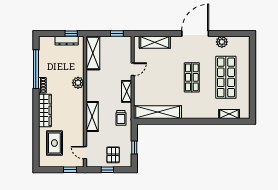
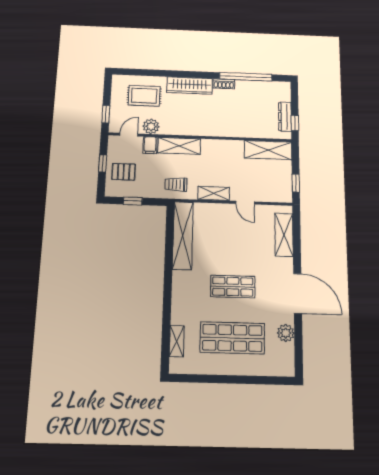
plant: (78, 83) -> (151, 126), moved
filing cabinet: (92, 137) -> (150, 145), added

